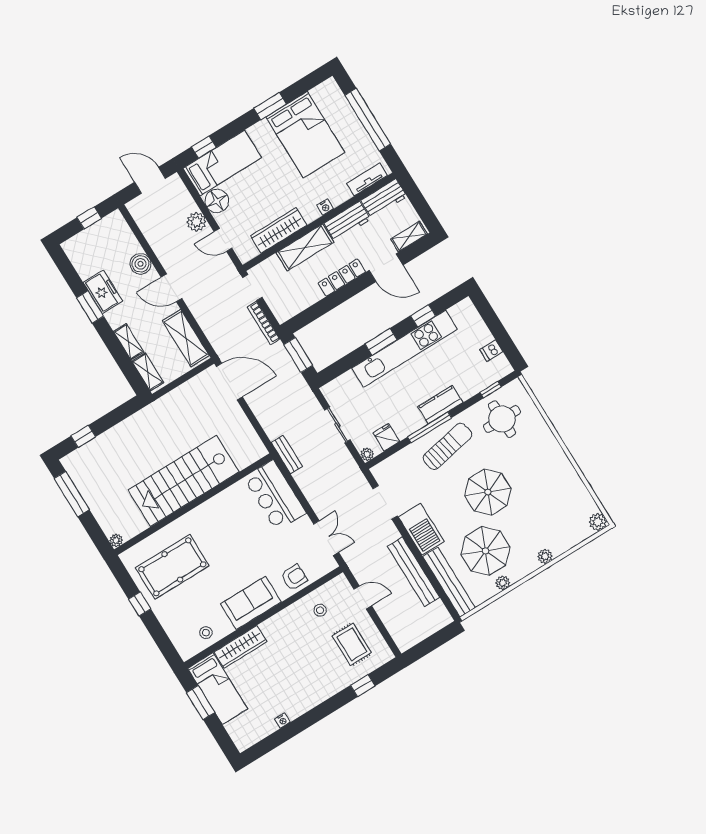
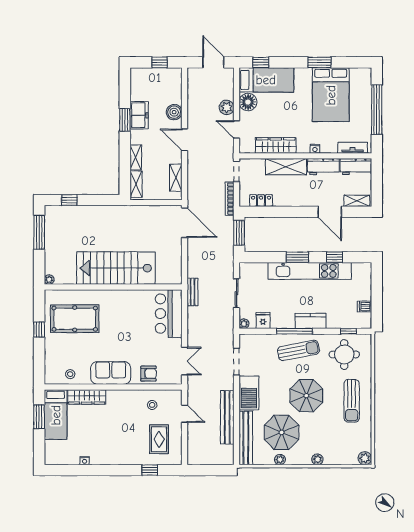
locker: (342, 278) -> (261, 200), moved, width x0.66
shelving: (186, 338) -> (176, 178), width x0.67, depth x0.75
sun lounger: (543, 466) -> (352, 401), added

